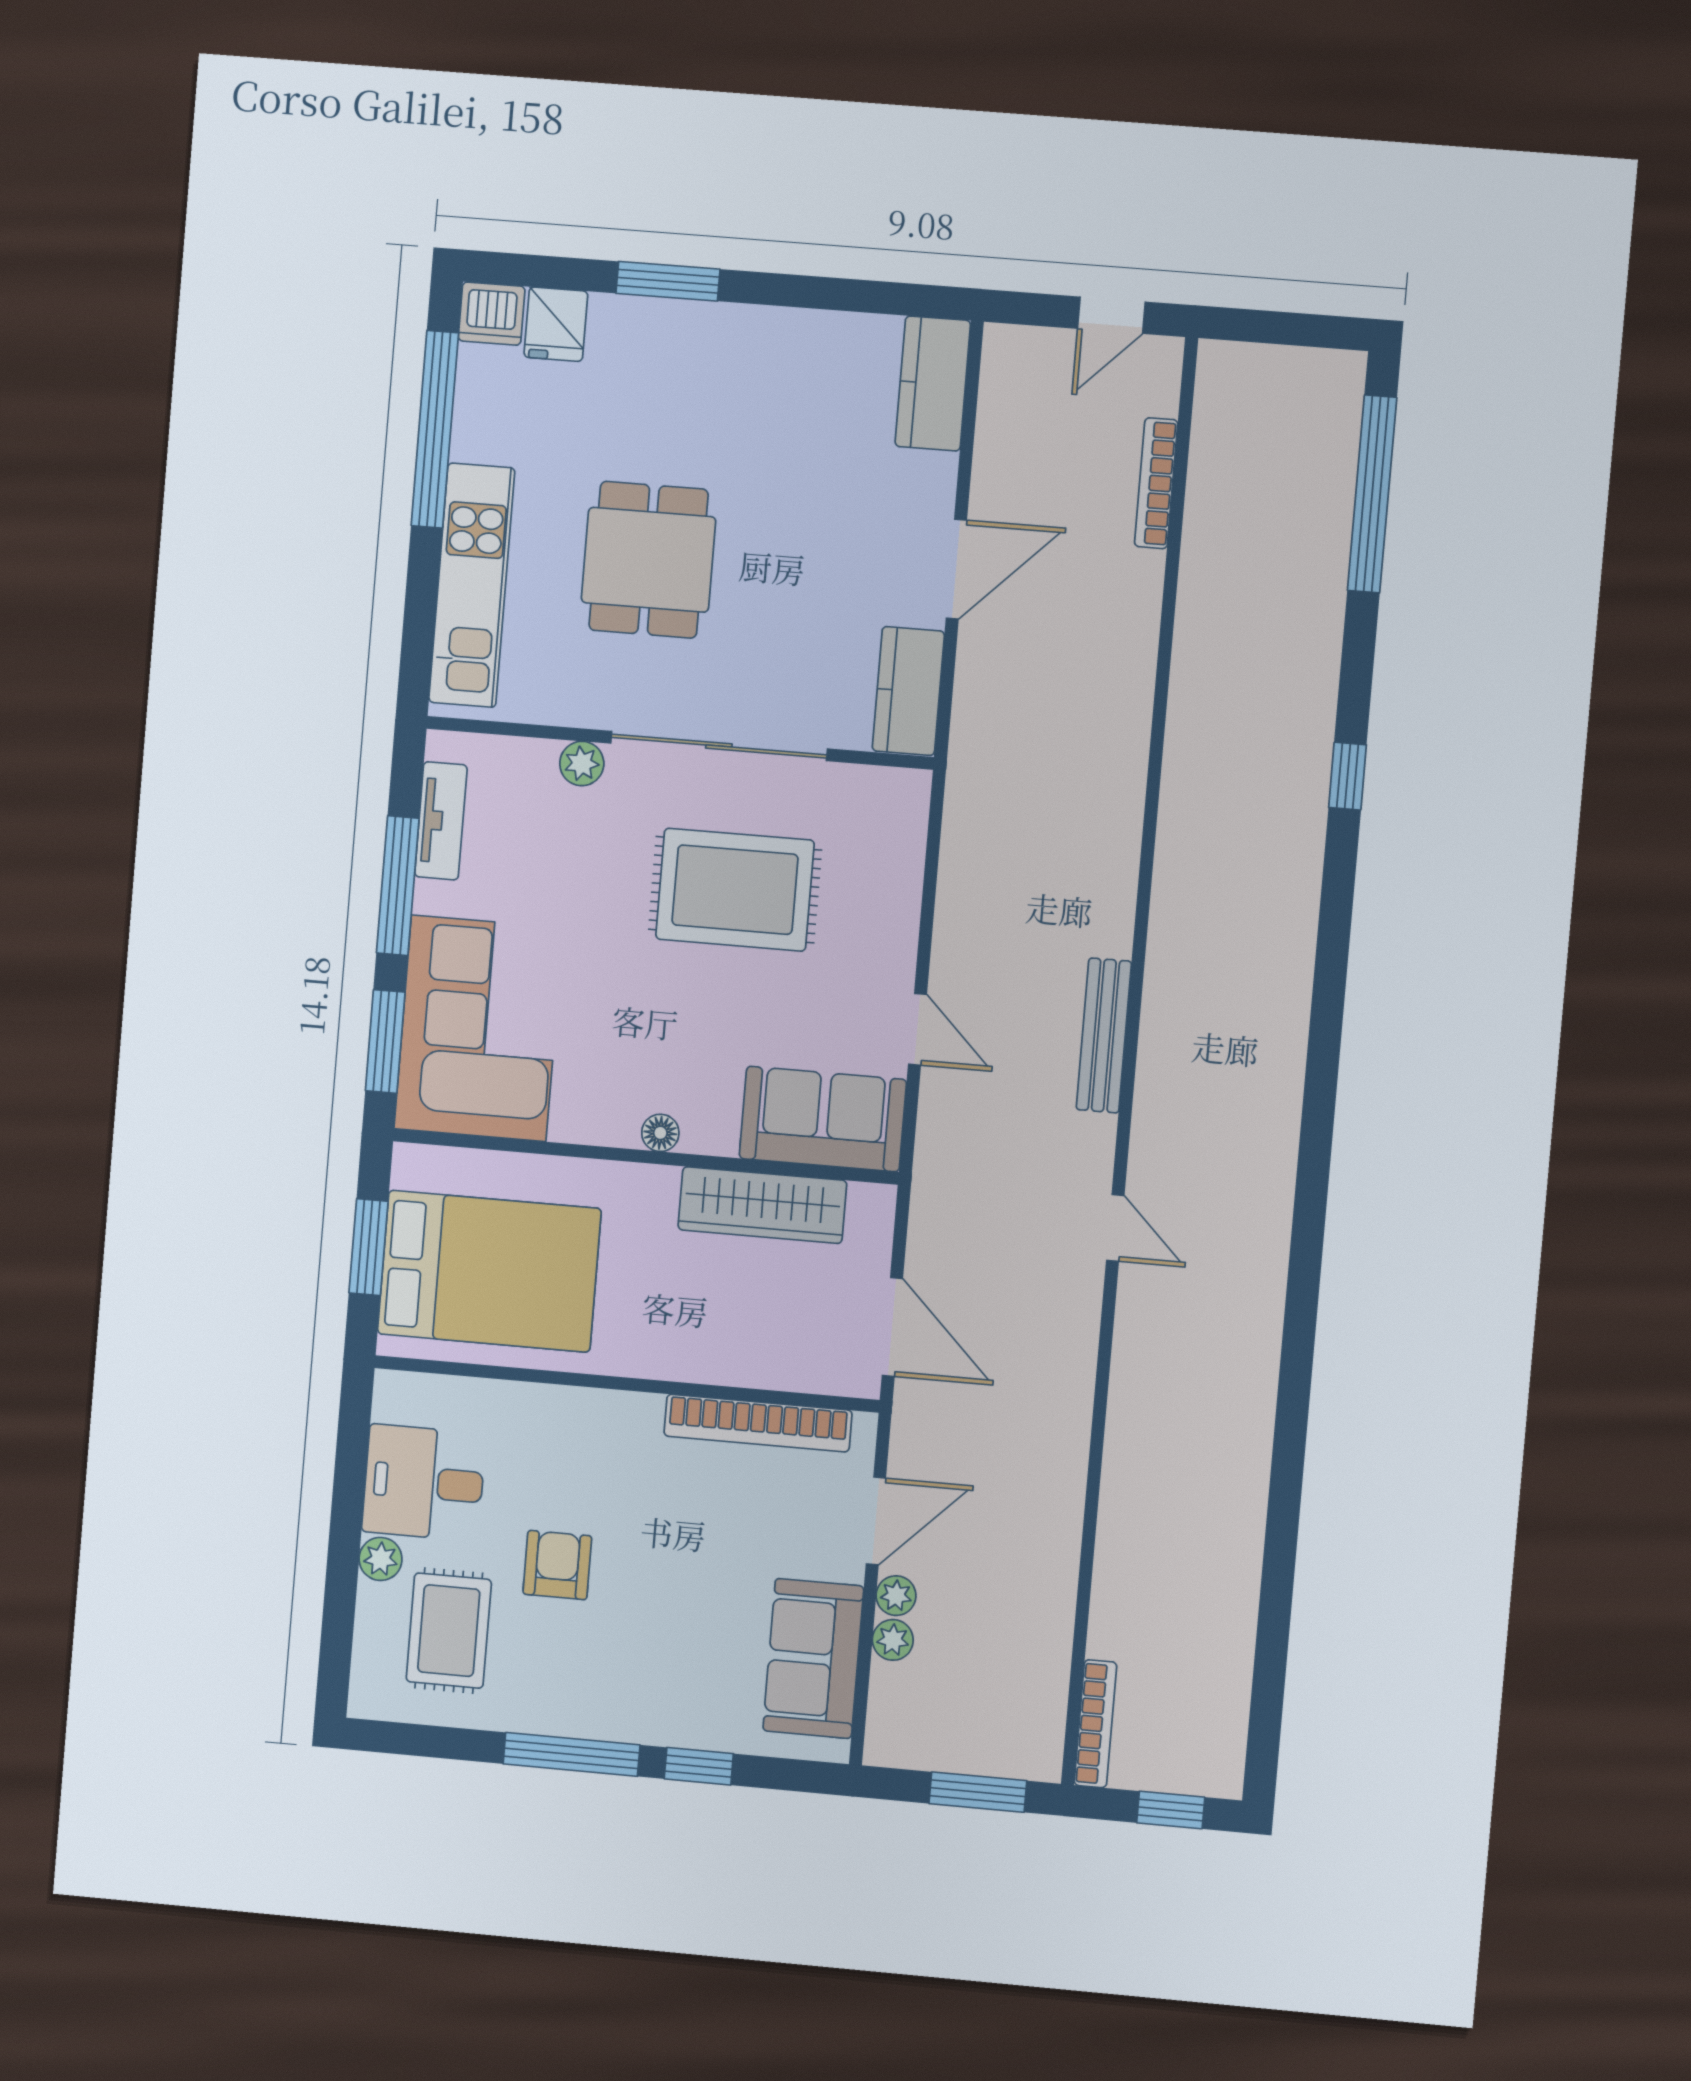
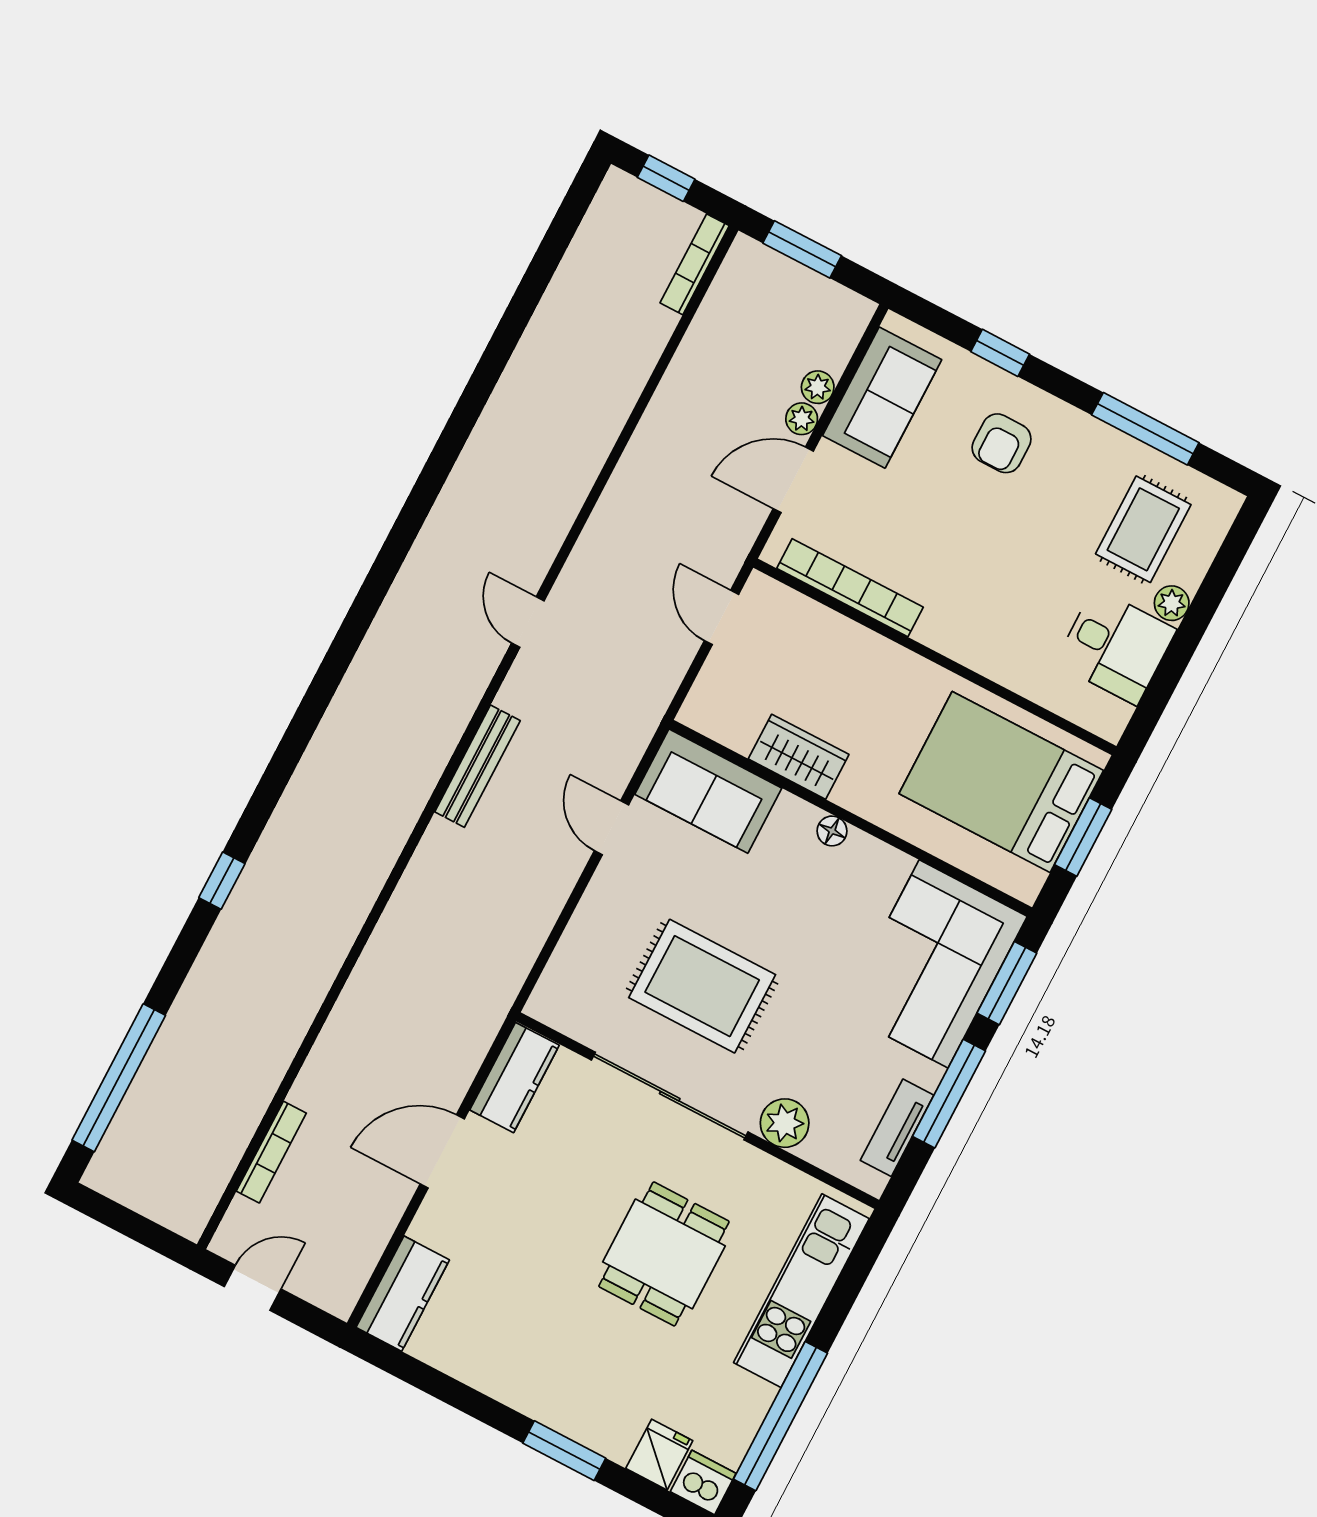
plant: (582, 764) -> (785, 1123), width x1.38, depth x1.38
wardrobe: (762, 1205) -> (799, 757), width x0.67
door: (892, 1327) -> (721, 617), width x0.73
armchair: (557, 1565) -> (1002, 443), moved
window: (571, 1754) -> (1145, 429), moved

